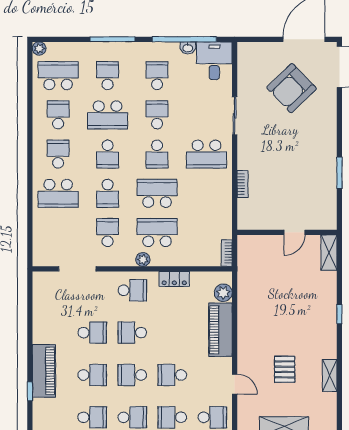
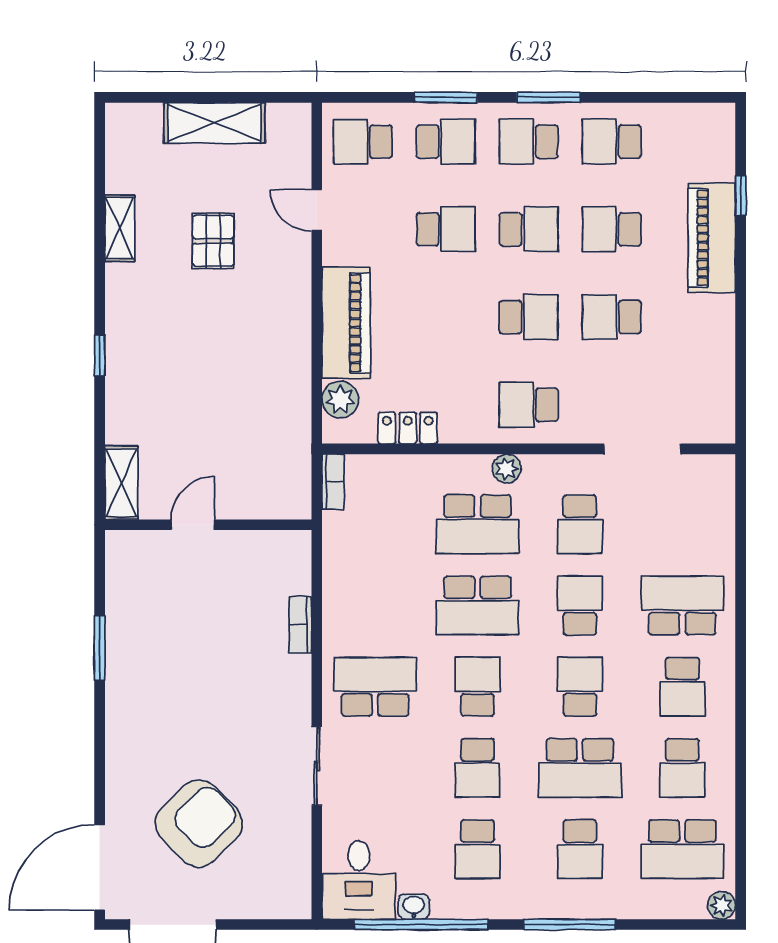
school desk: (108, 115) -> (580, 768), turned 180
locker: (174, 279) -> (408, 428), moved

